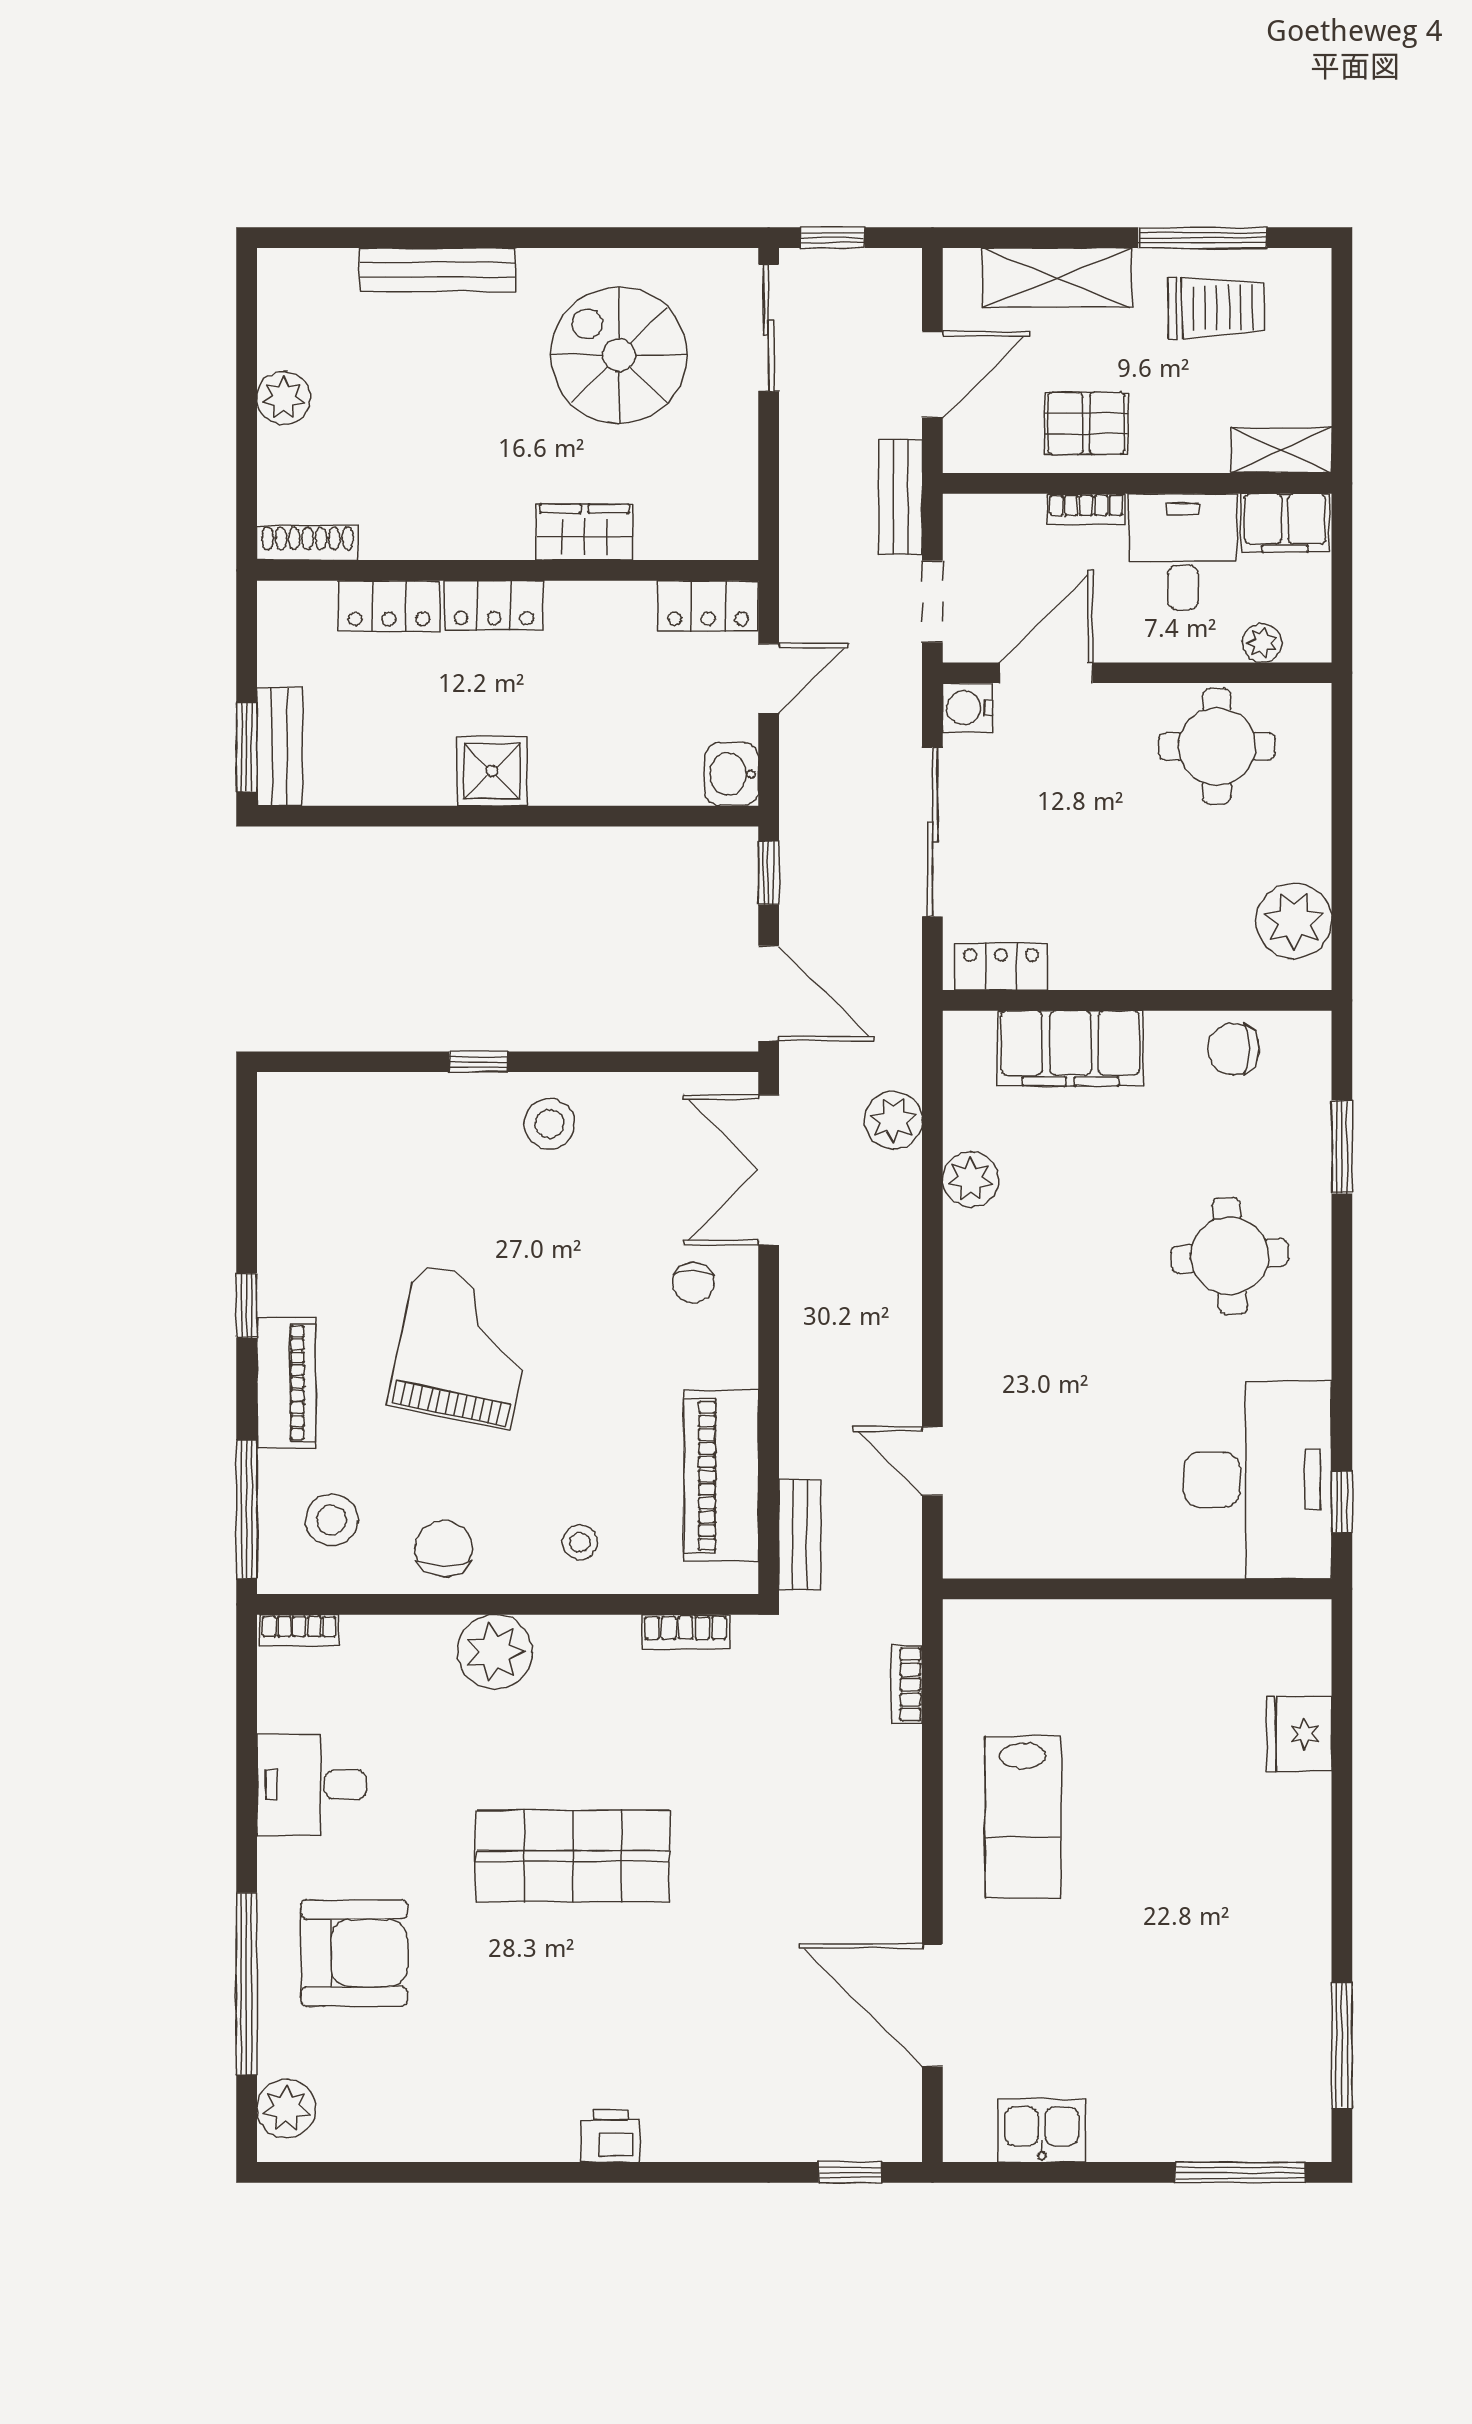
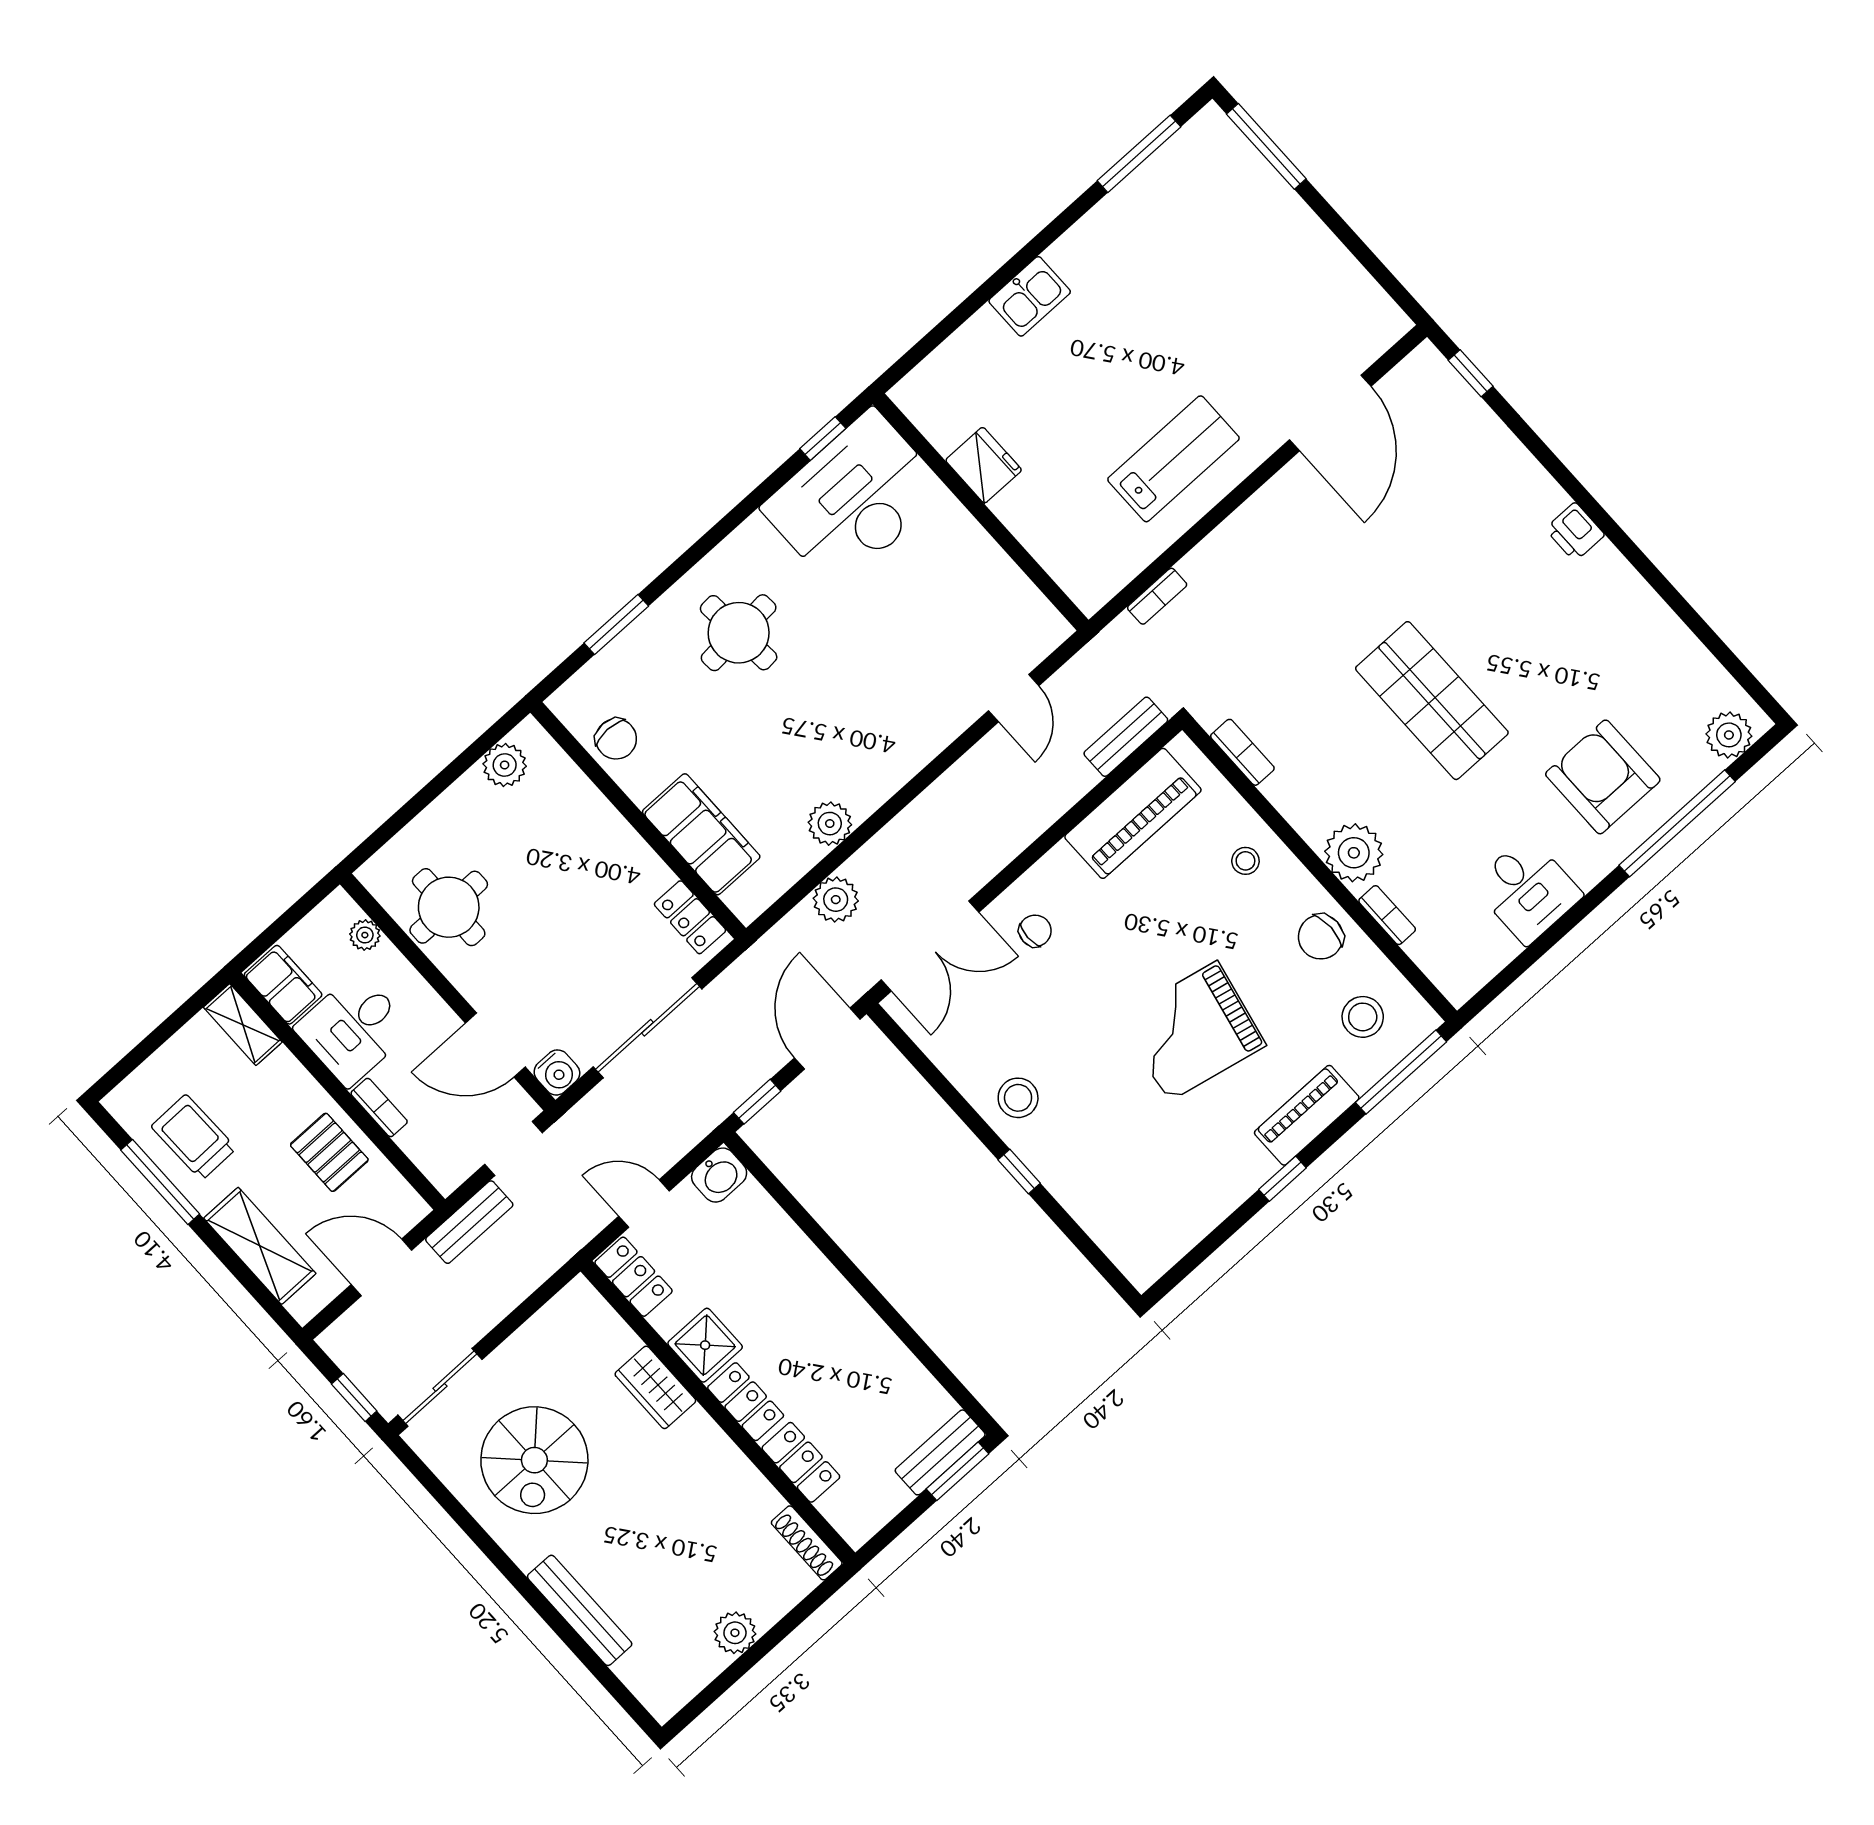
shower: (492, 771) -> (705, 1345), moved
plant: (1294, 921) -> (505, 765), width x0.73, depth x0.73
bookcase: (299, 1630) -> (1387, 915), moved
fridge: (1299, 1734) -> (984, 465), moved, turned -90
kitchen sink: (1042, 2131) -> (1030, 296), moved, turned -90

